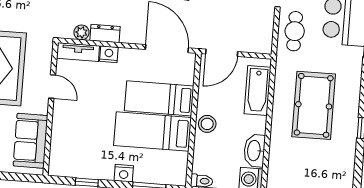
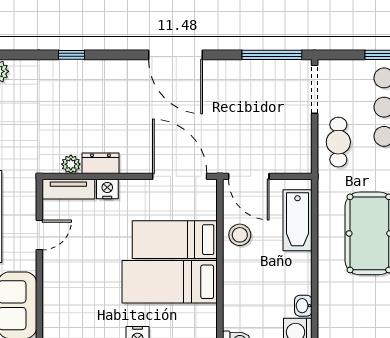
door: (222, 53) -> (249, 176), hinge flipped
door: (52, 87) -> (39, 235), hinge flipped
stool: (207, 124) -> (240, 235), moved
washbasin: (254, 151) -> (303, 306), width x0.52, depth x0.69

